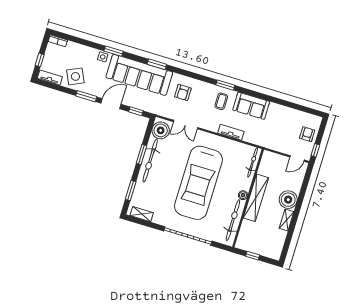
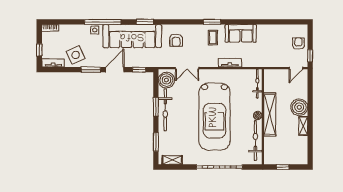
window: (114, 51) -> (103, 22), width x2.11

